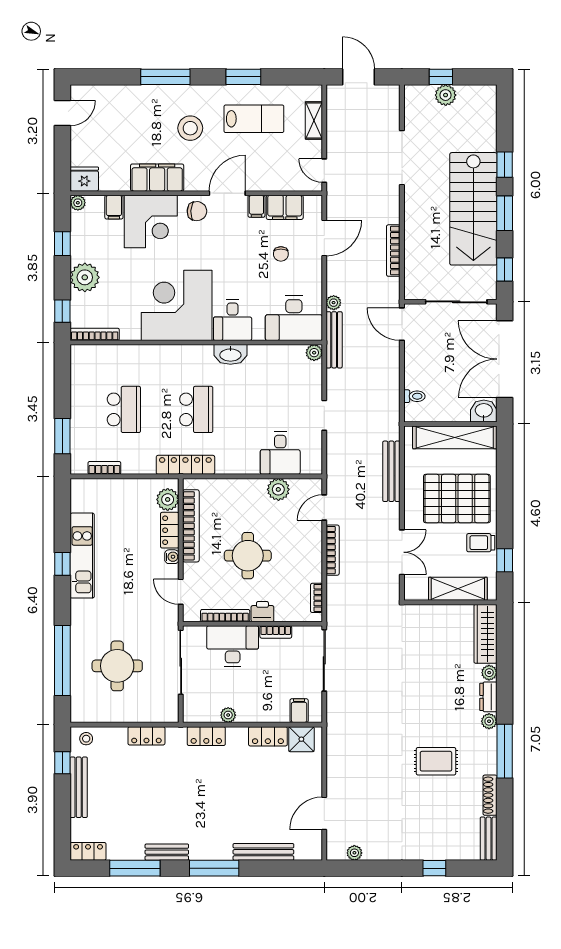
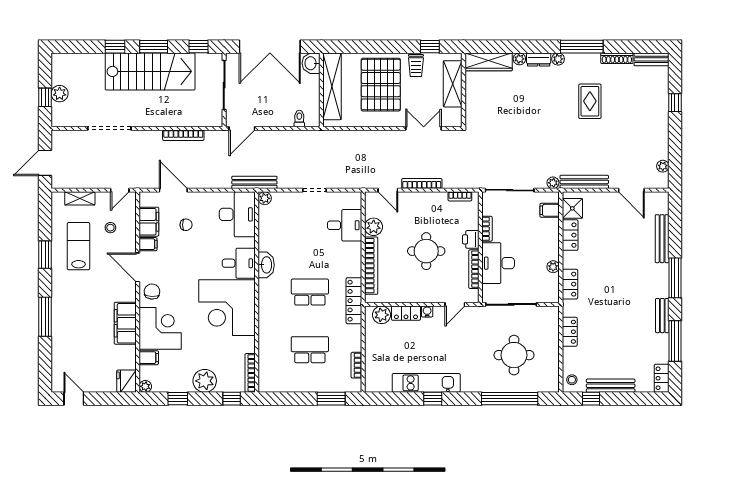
stool: (190, 128) -> (110, 228), moved, width x0.53, depth x0.53
plant: (334, 303) -> (553, 183), moved
bench: (391, 471) -> (584, 182), moved
bookcase: (191, 526) -> (371, 266), moved, turned 90

